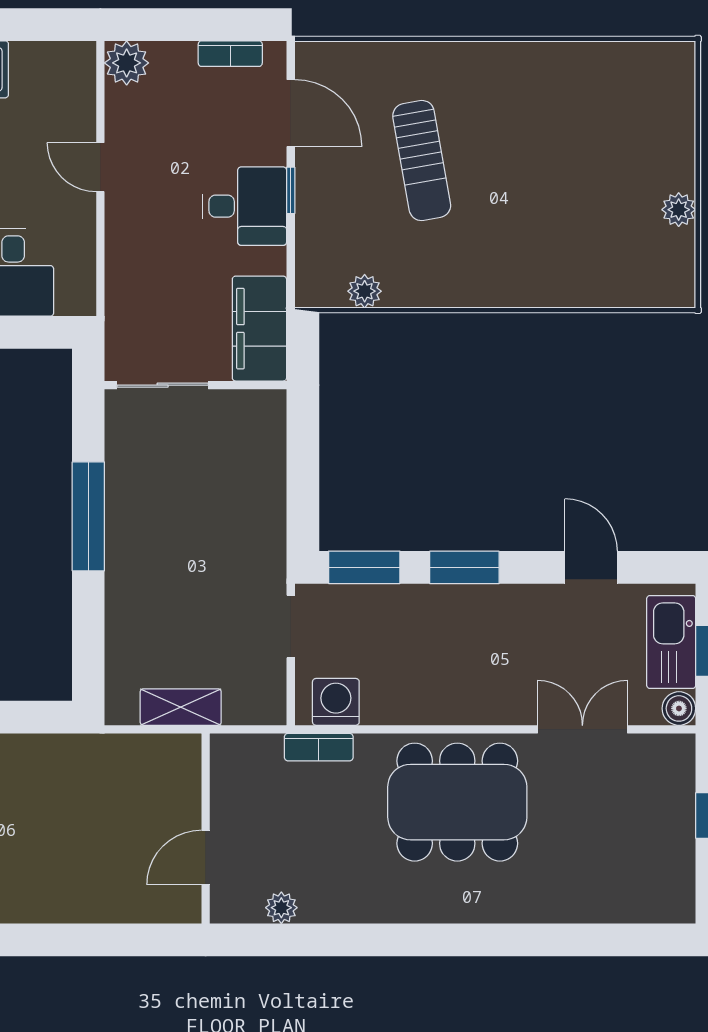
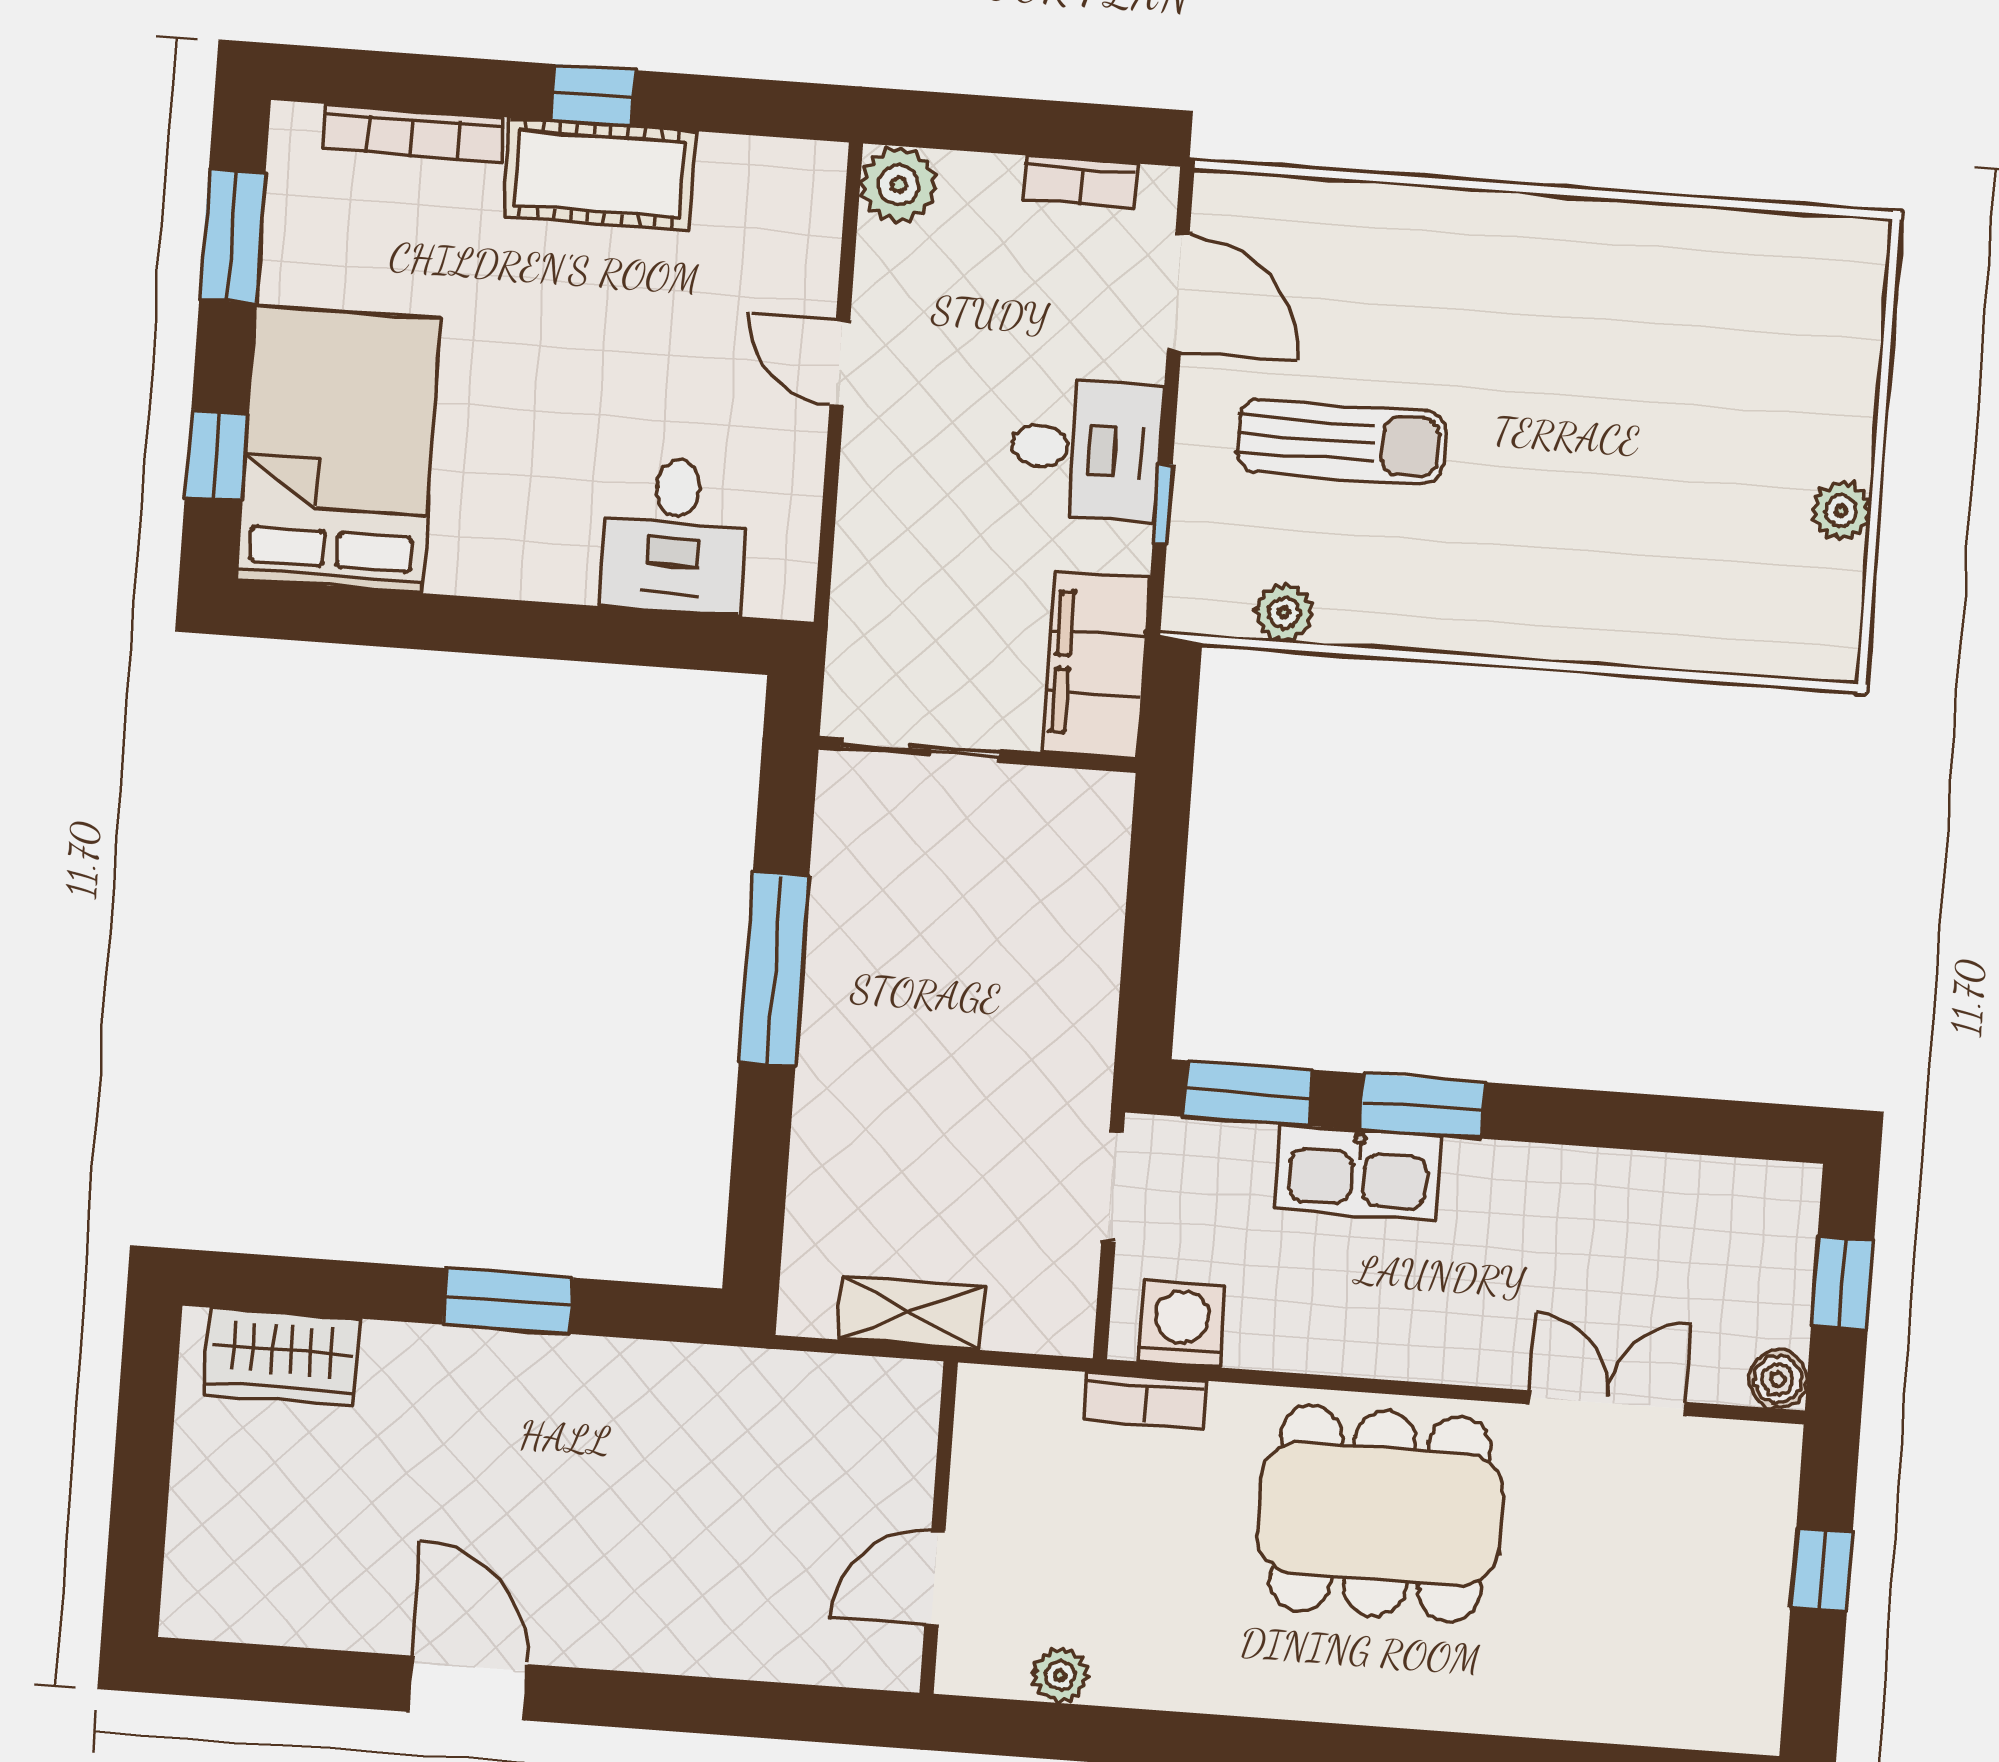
sun lounger: (422, 161) -> (1341, 441), moved, turned -80
window: (291, 190) -> (1163, 504), moved
door: (591, 567) -> (1643, 1122), removed
kitchen sink: (671, 642) -> (1358, 1173), moved, turned -90

